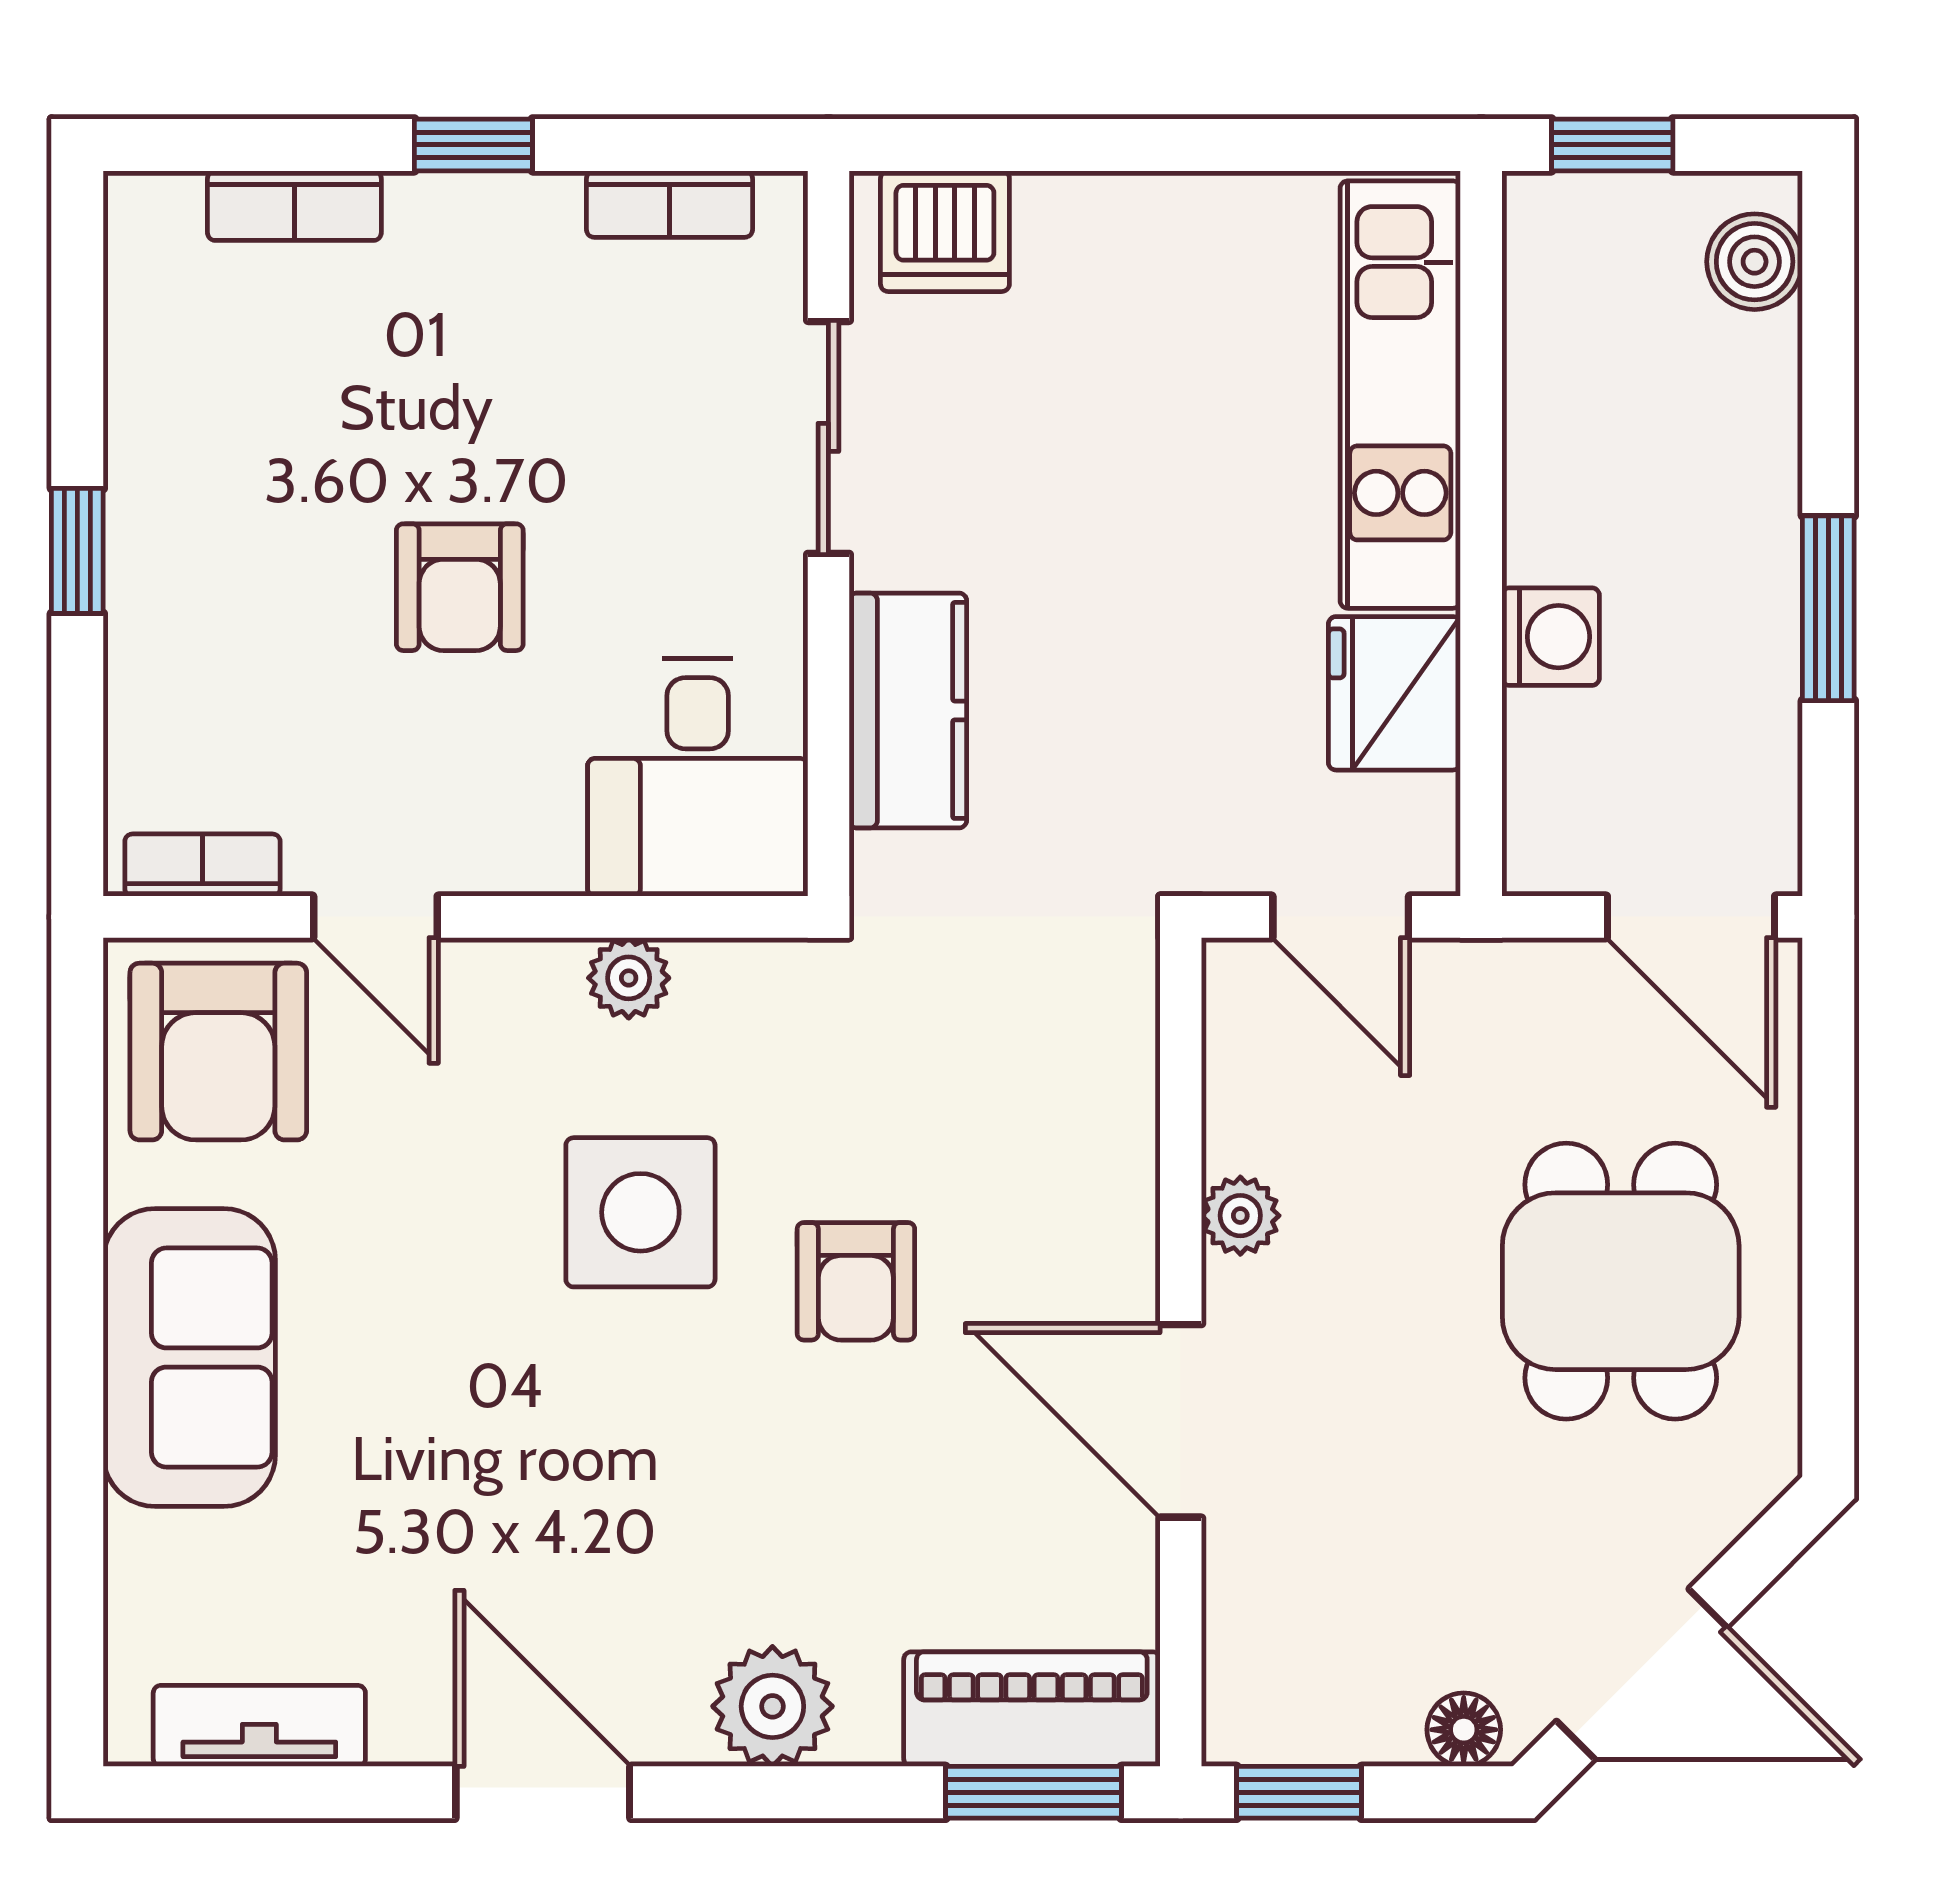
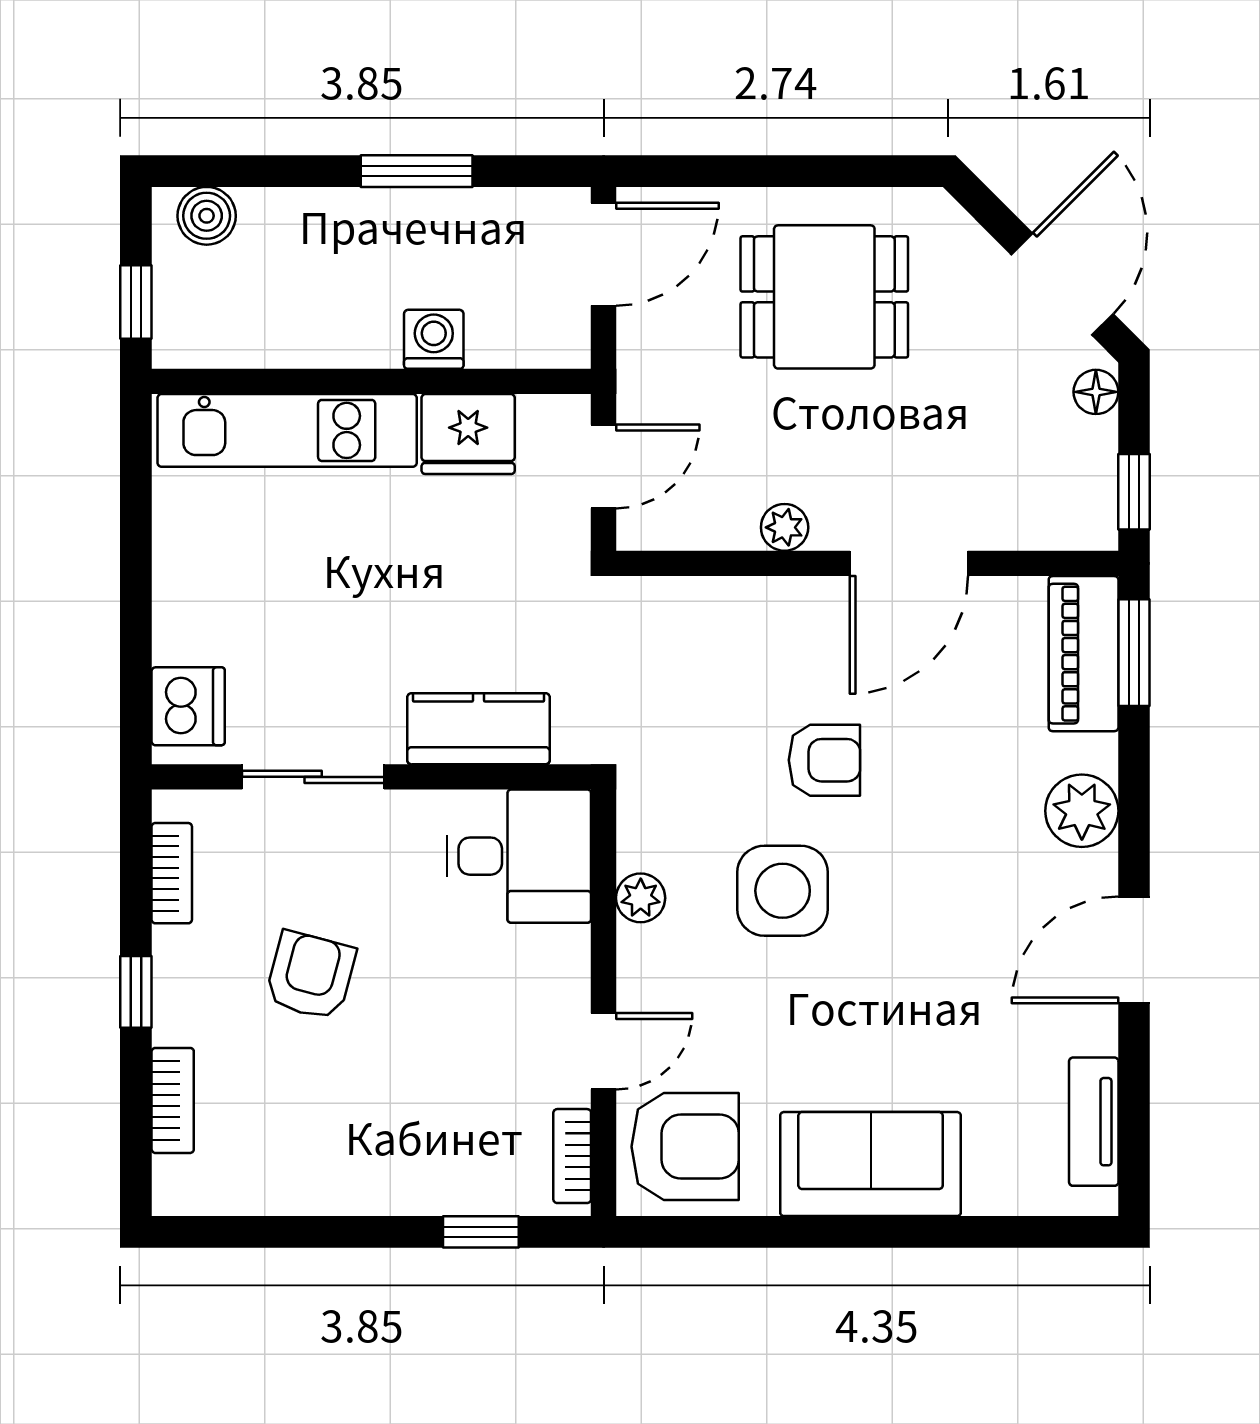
window: (77, 551) -> (481, 1232), moved
armchair: (460, 587) -> (310, 976), moved, turned -75

